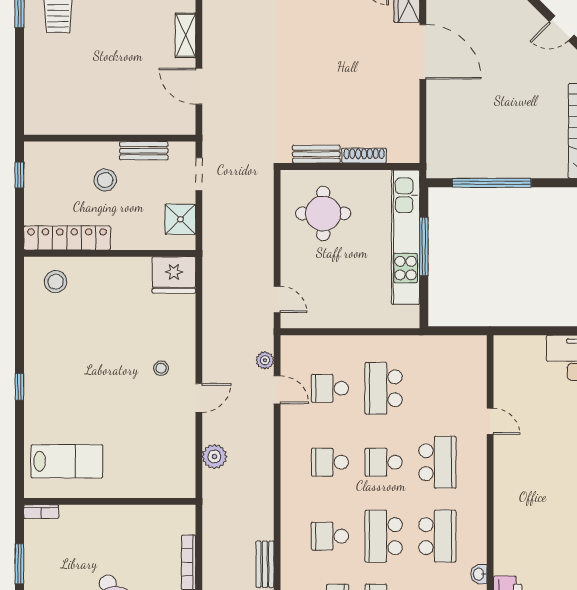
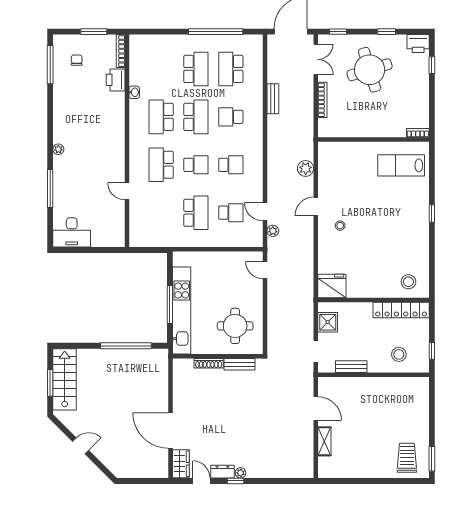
stool: (105, 180) -> (399, 354), moved
school desk: (330, 536) -> (231, 117), turned 180
window: (19, 564) -> (432, 99), removed

